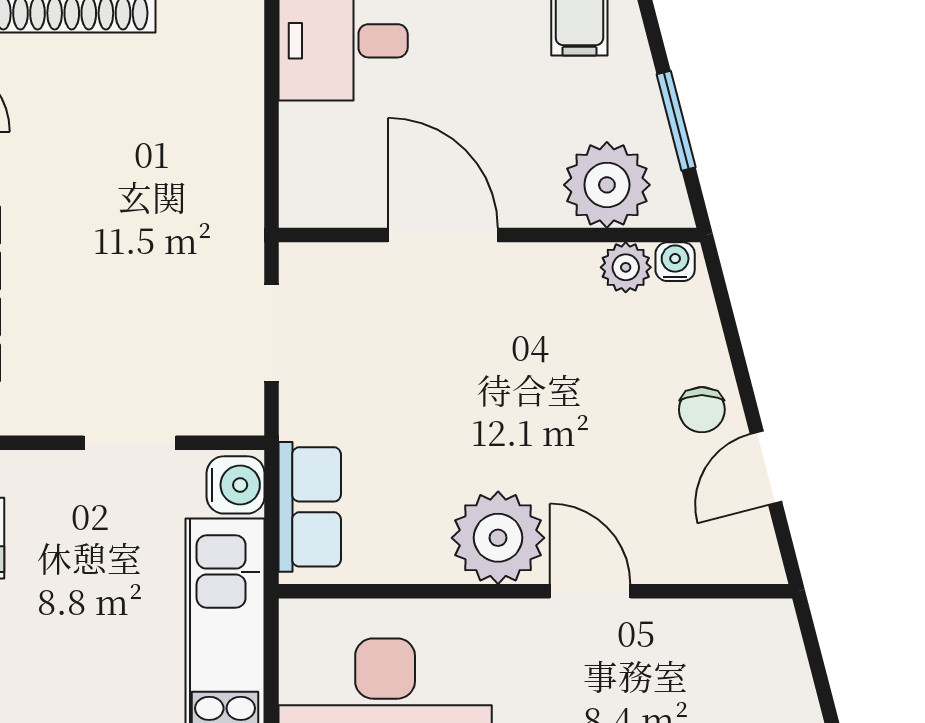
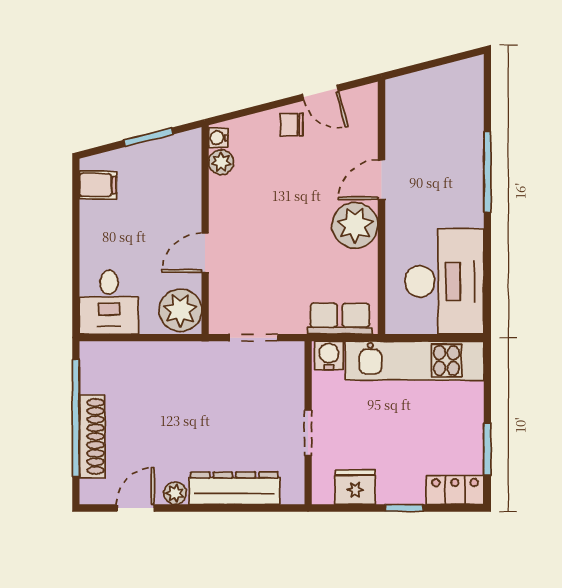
plant: (607, 185) -> (180, 310), moved
door: (443, 235) -> (205, 253), width x0.73
chair: (702, 410) -> (292, 124), turned 180
doorway: (130, 443) -> (308, 433), moved

